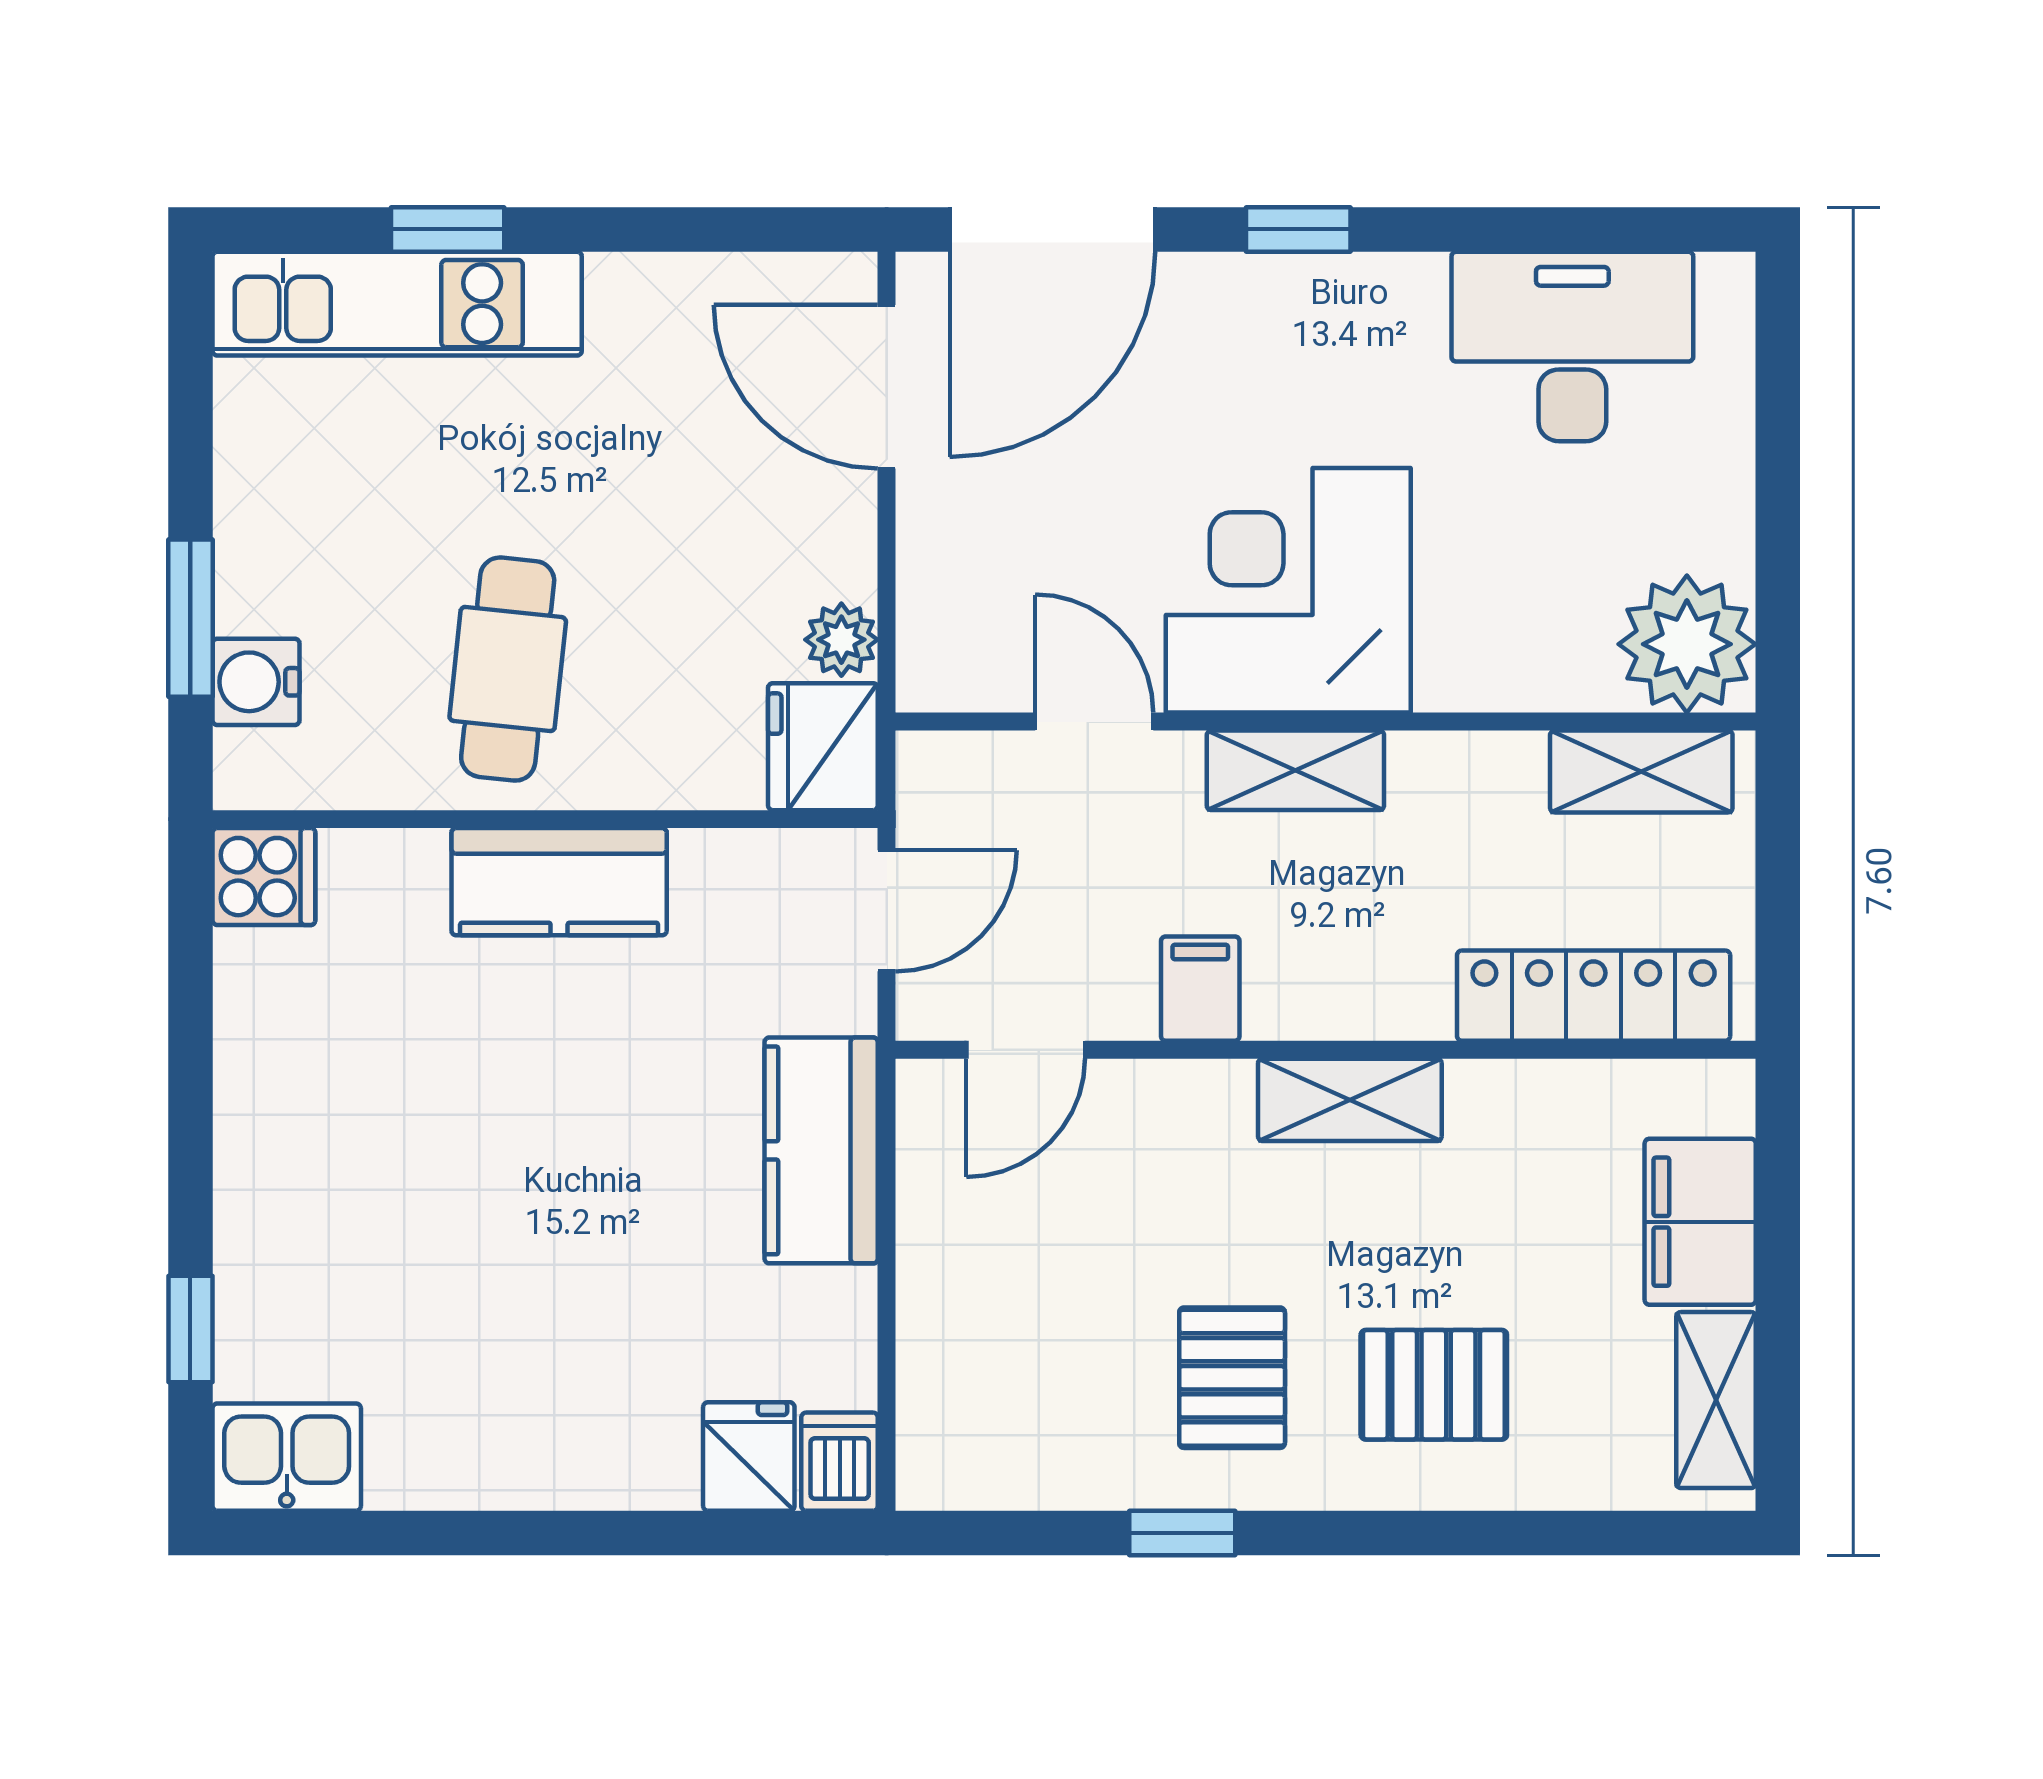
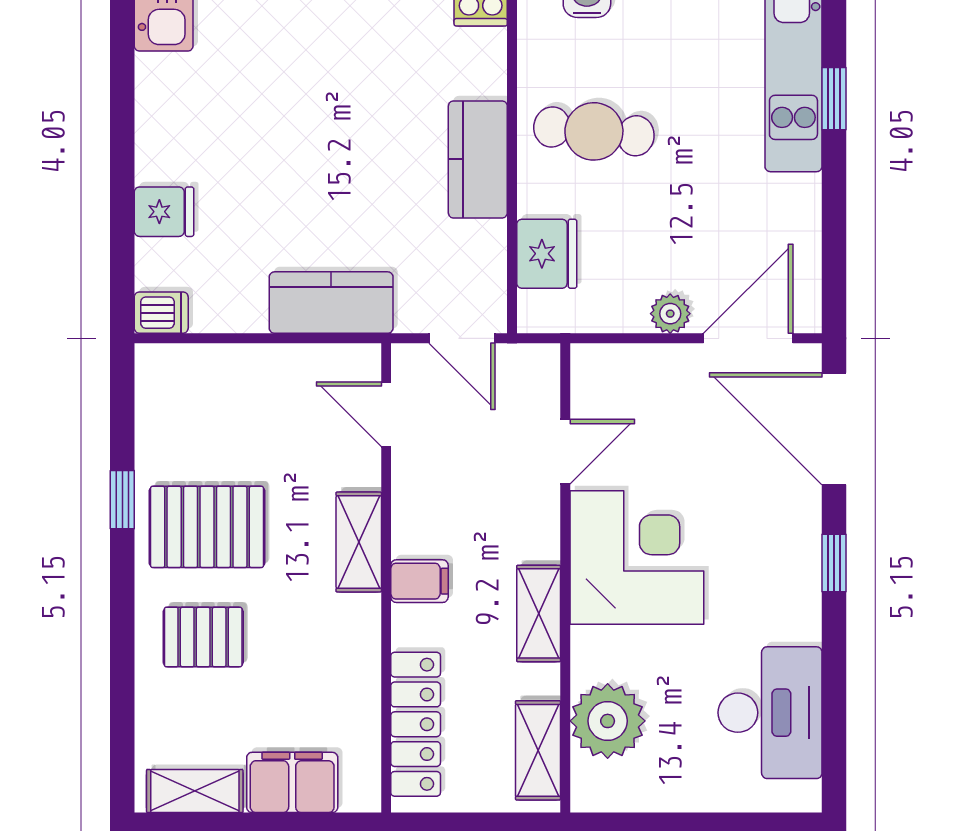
plant: (841, 640) -> (670, 314), moved
plant: (1687, 644) -> (608, 721), moved
fridge: (823, 747) -> (547, 254), moved, turned 90
shelving: (1295, 770) -> (539, 613), moved
filing cabinet: (1200, 989) -> (419, 581), moved
shelving: (1350, 1100) -> (359, 542), moved
pallet: (1232, 1378) -> (207, 527), width x1.50, depth x1.42
pallet: (1434, 1385) -> (203, 637), turned 90
fridge: (749, 1456) -> (164, 212), moved

